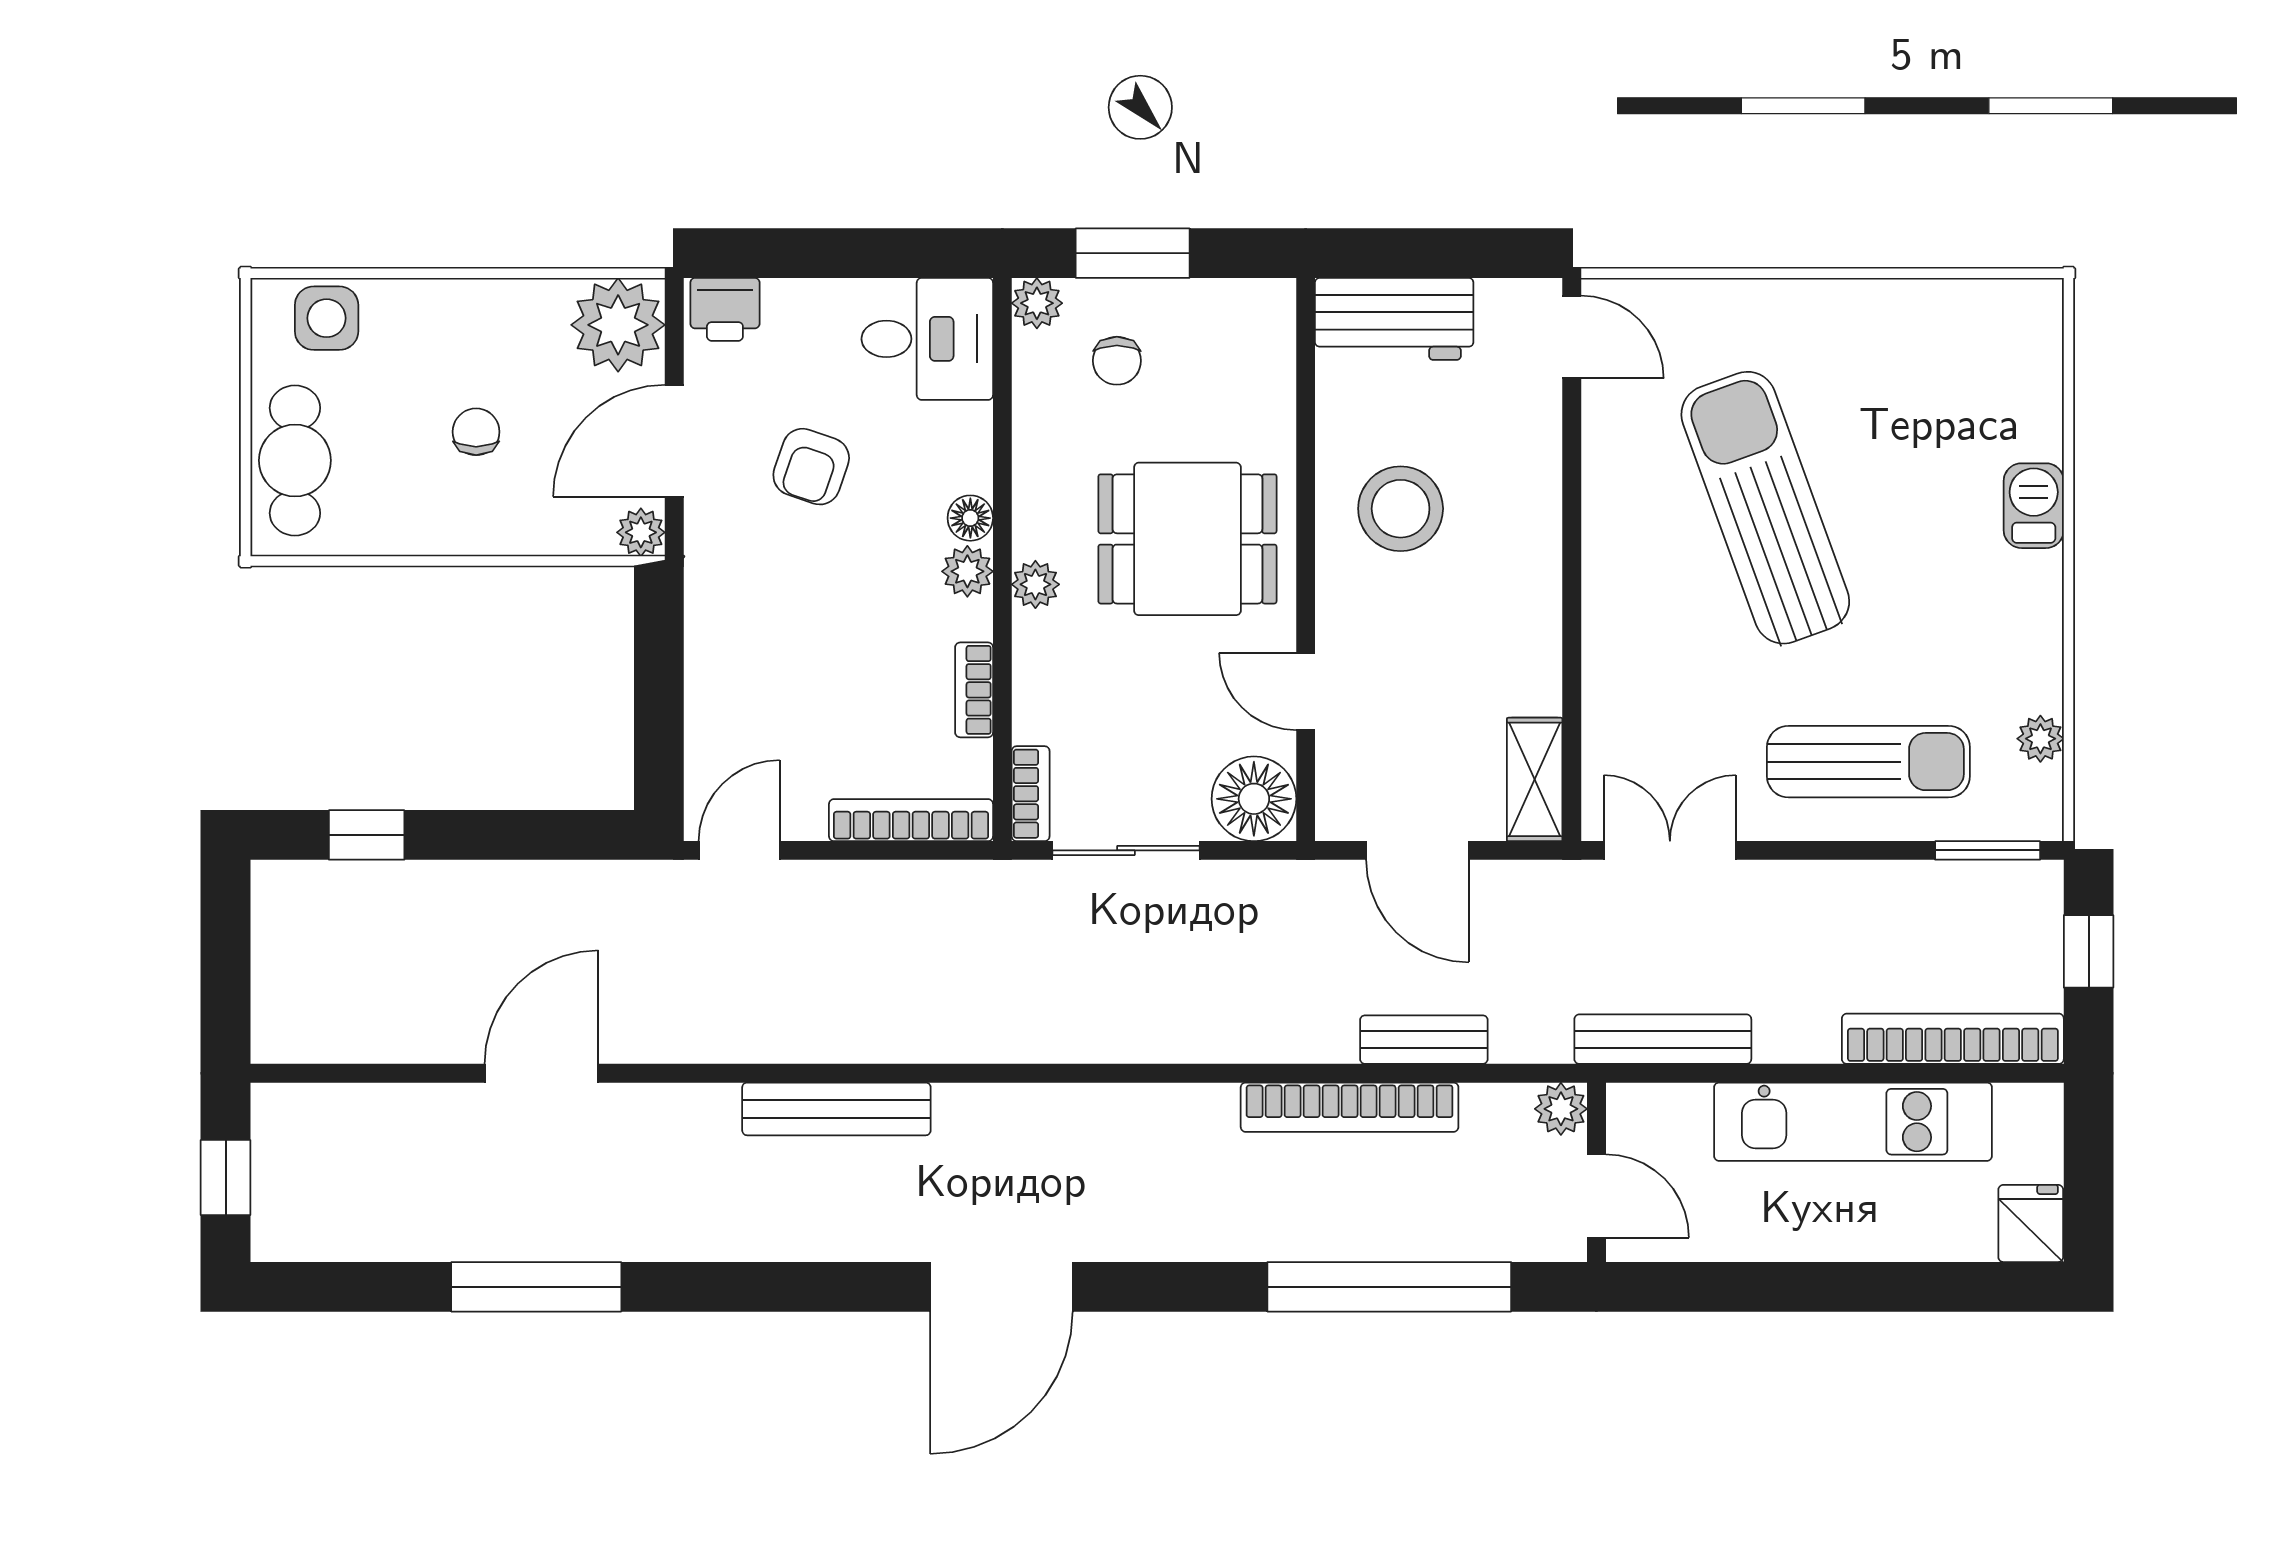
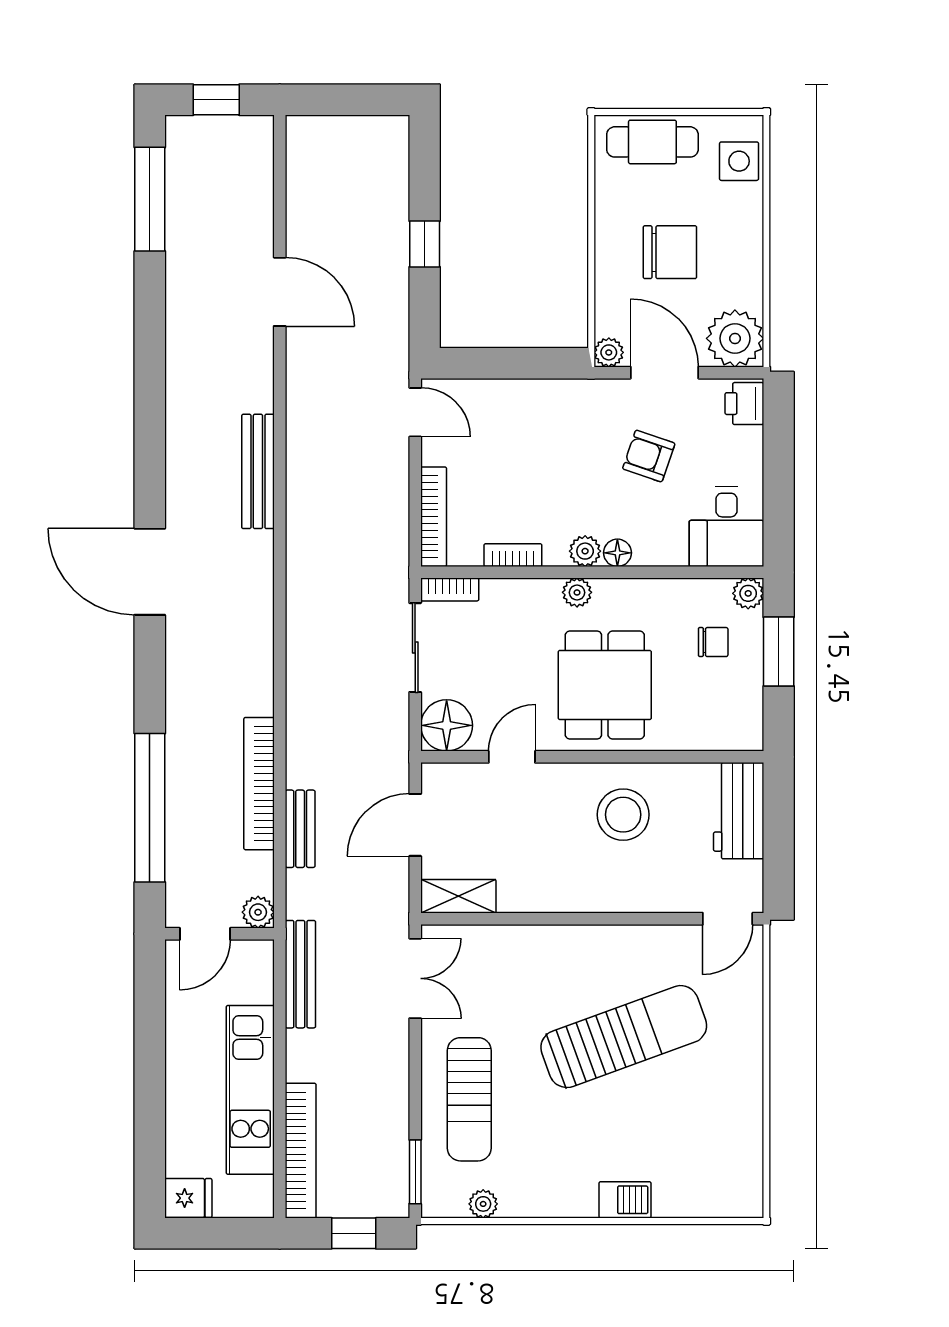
chair: (1117, 361) -> (713, 642), turned 180
chair: (476, 432) -> (670, 252), width x1.87, depth x1.87
window: (367, 835) -> (425, 244), moved
window: (536, 1287) -> (150, 199), moved

